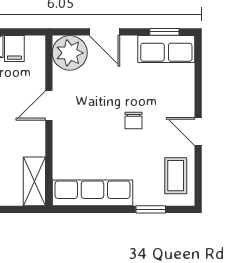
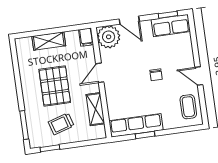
filing cabinet: (14, 49) -> (86, 37), moved
shelving: (34, 181) -> (95, 109), moved
window: (151, 209) -> (145, 135), moved

